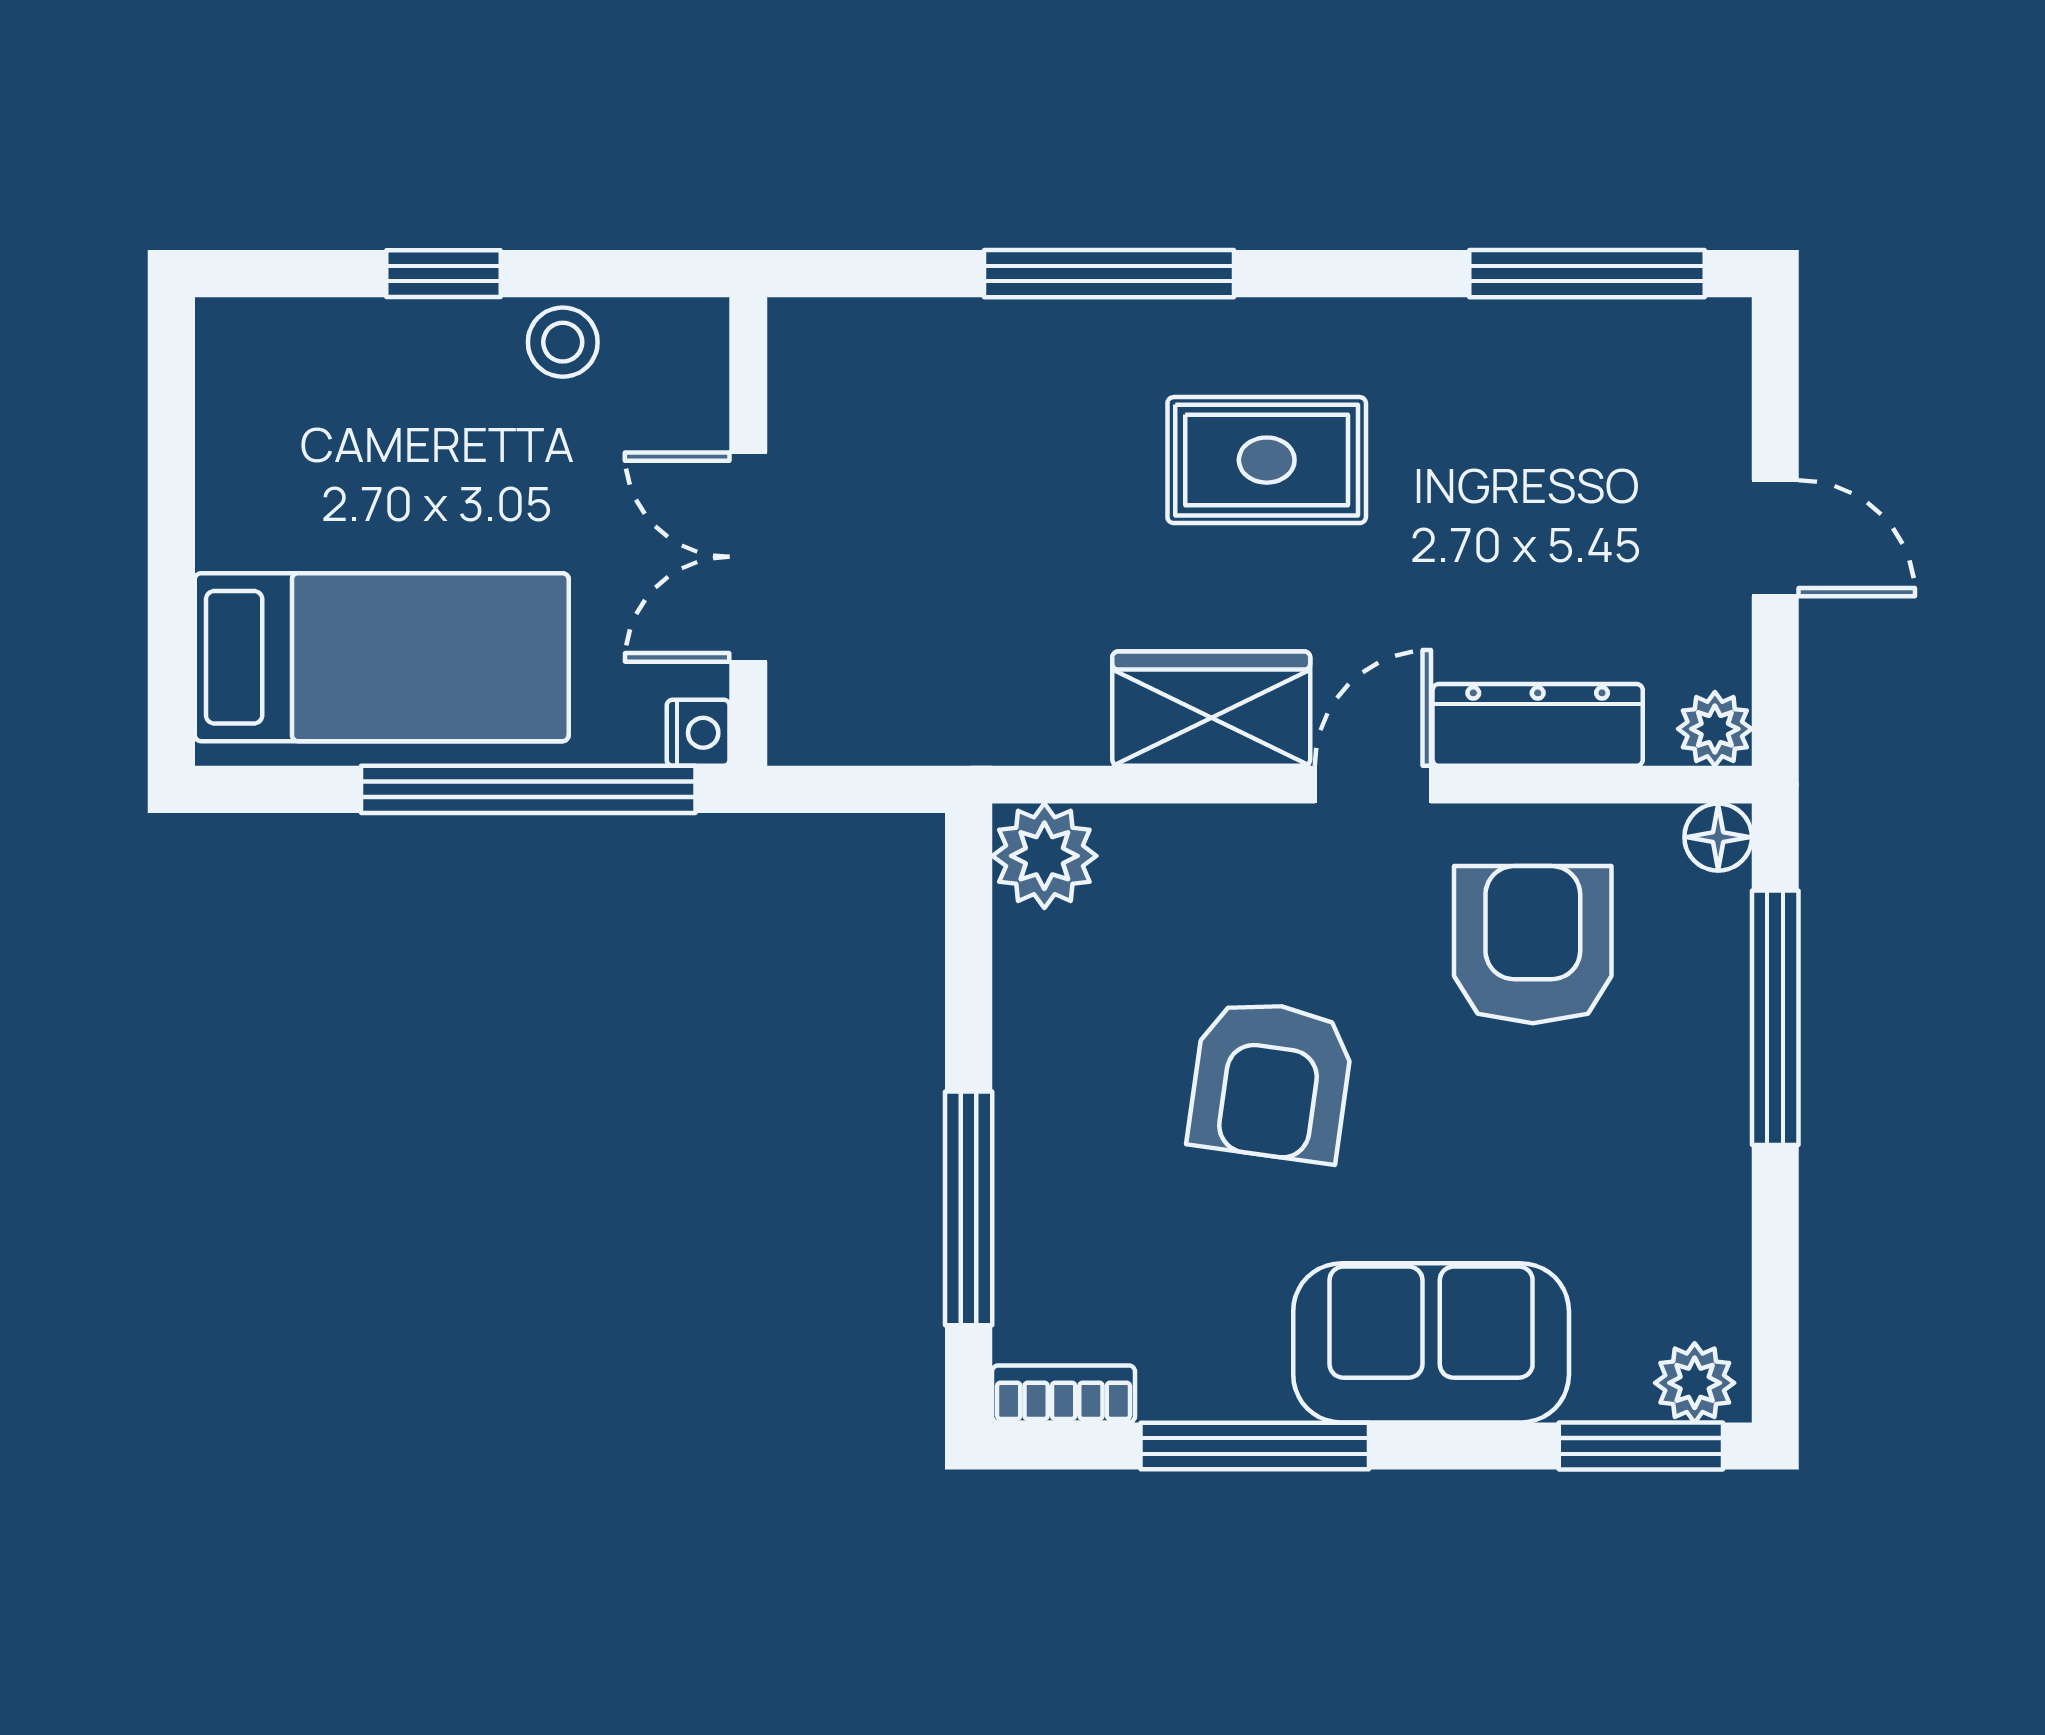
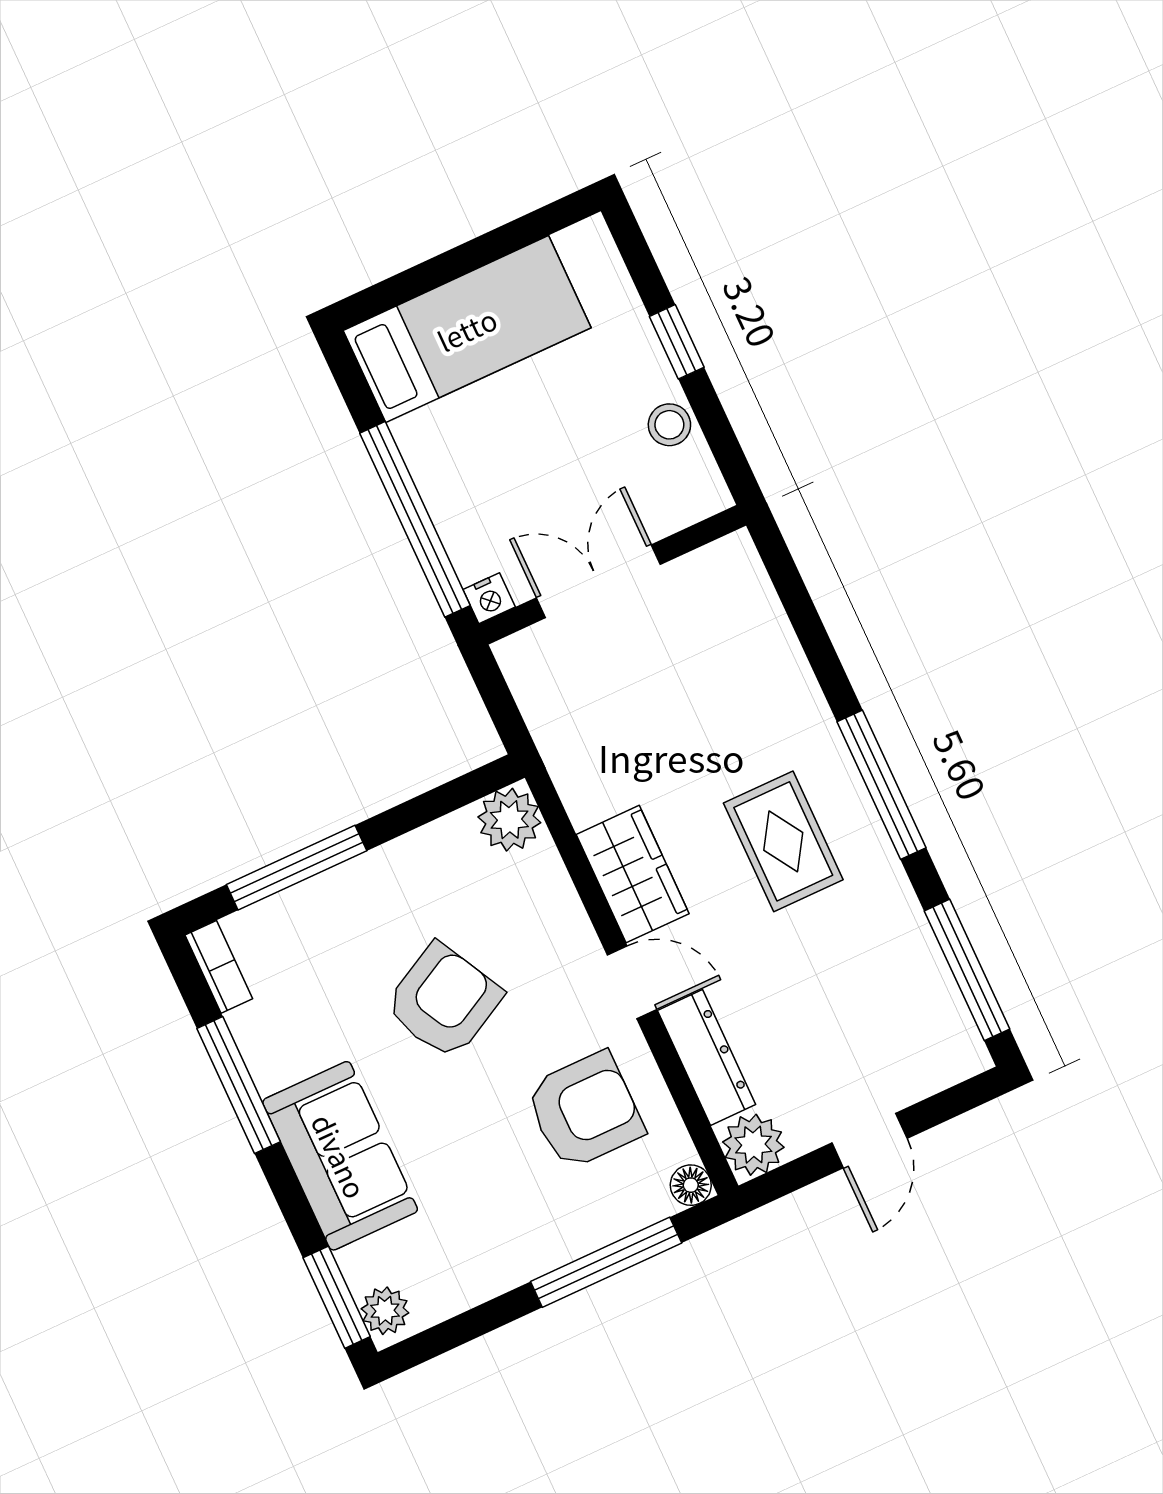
window: (1109, 274) -> (881, 785), moved
bed: (382, 657) -> (467, 329), moved, turned -90
plant: (1715, 729) -> (753, 1145), width x1.38, depth x1.38
armchair: (1271, 1080) -> (444, 1001), turned 144

